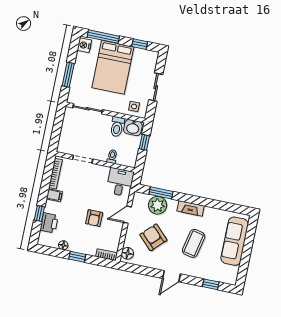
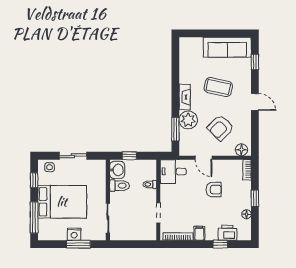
nightstand: (84, 45) -> (74, 234), moved
side table: (134, 107) -> (49, 167), moved
plant: (158, 205) -> (188, 120), moved
sofa: (235, 241) -> (227, 47), moved

